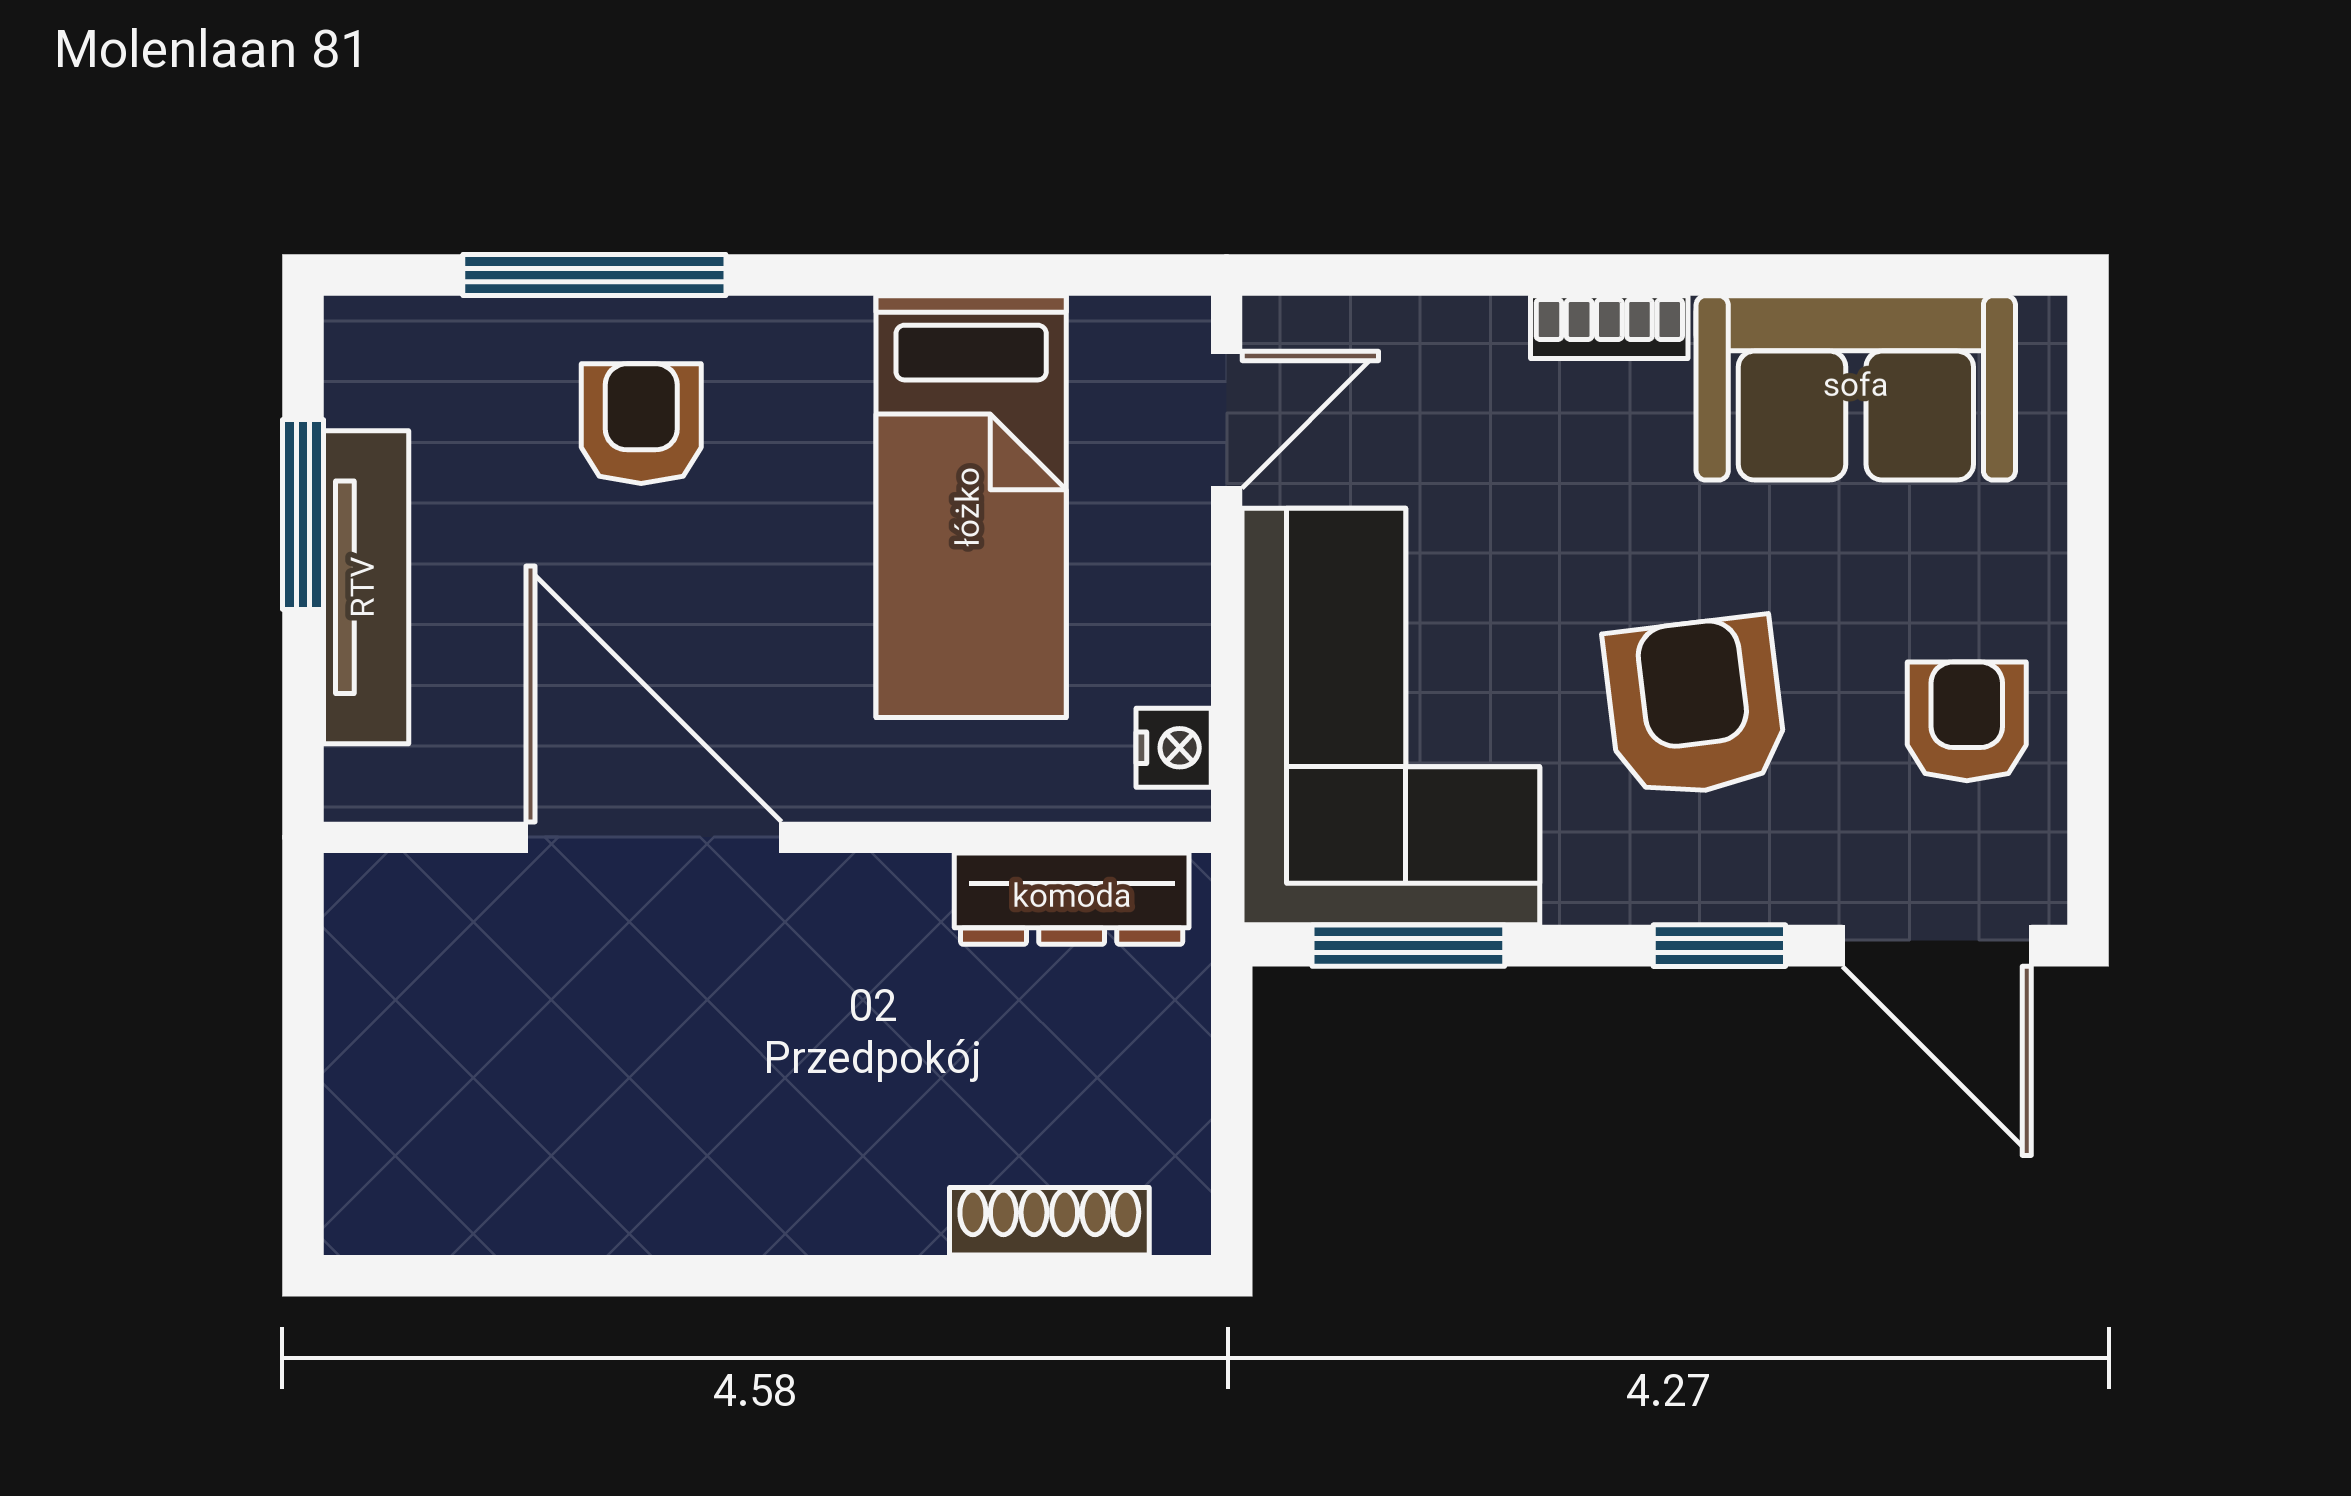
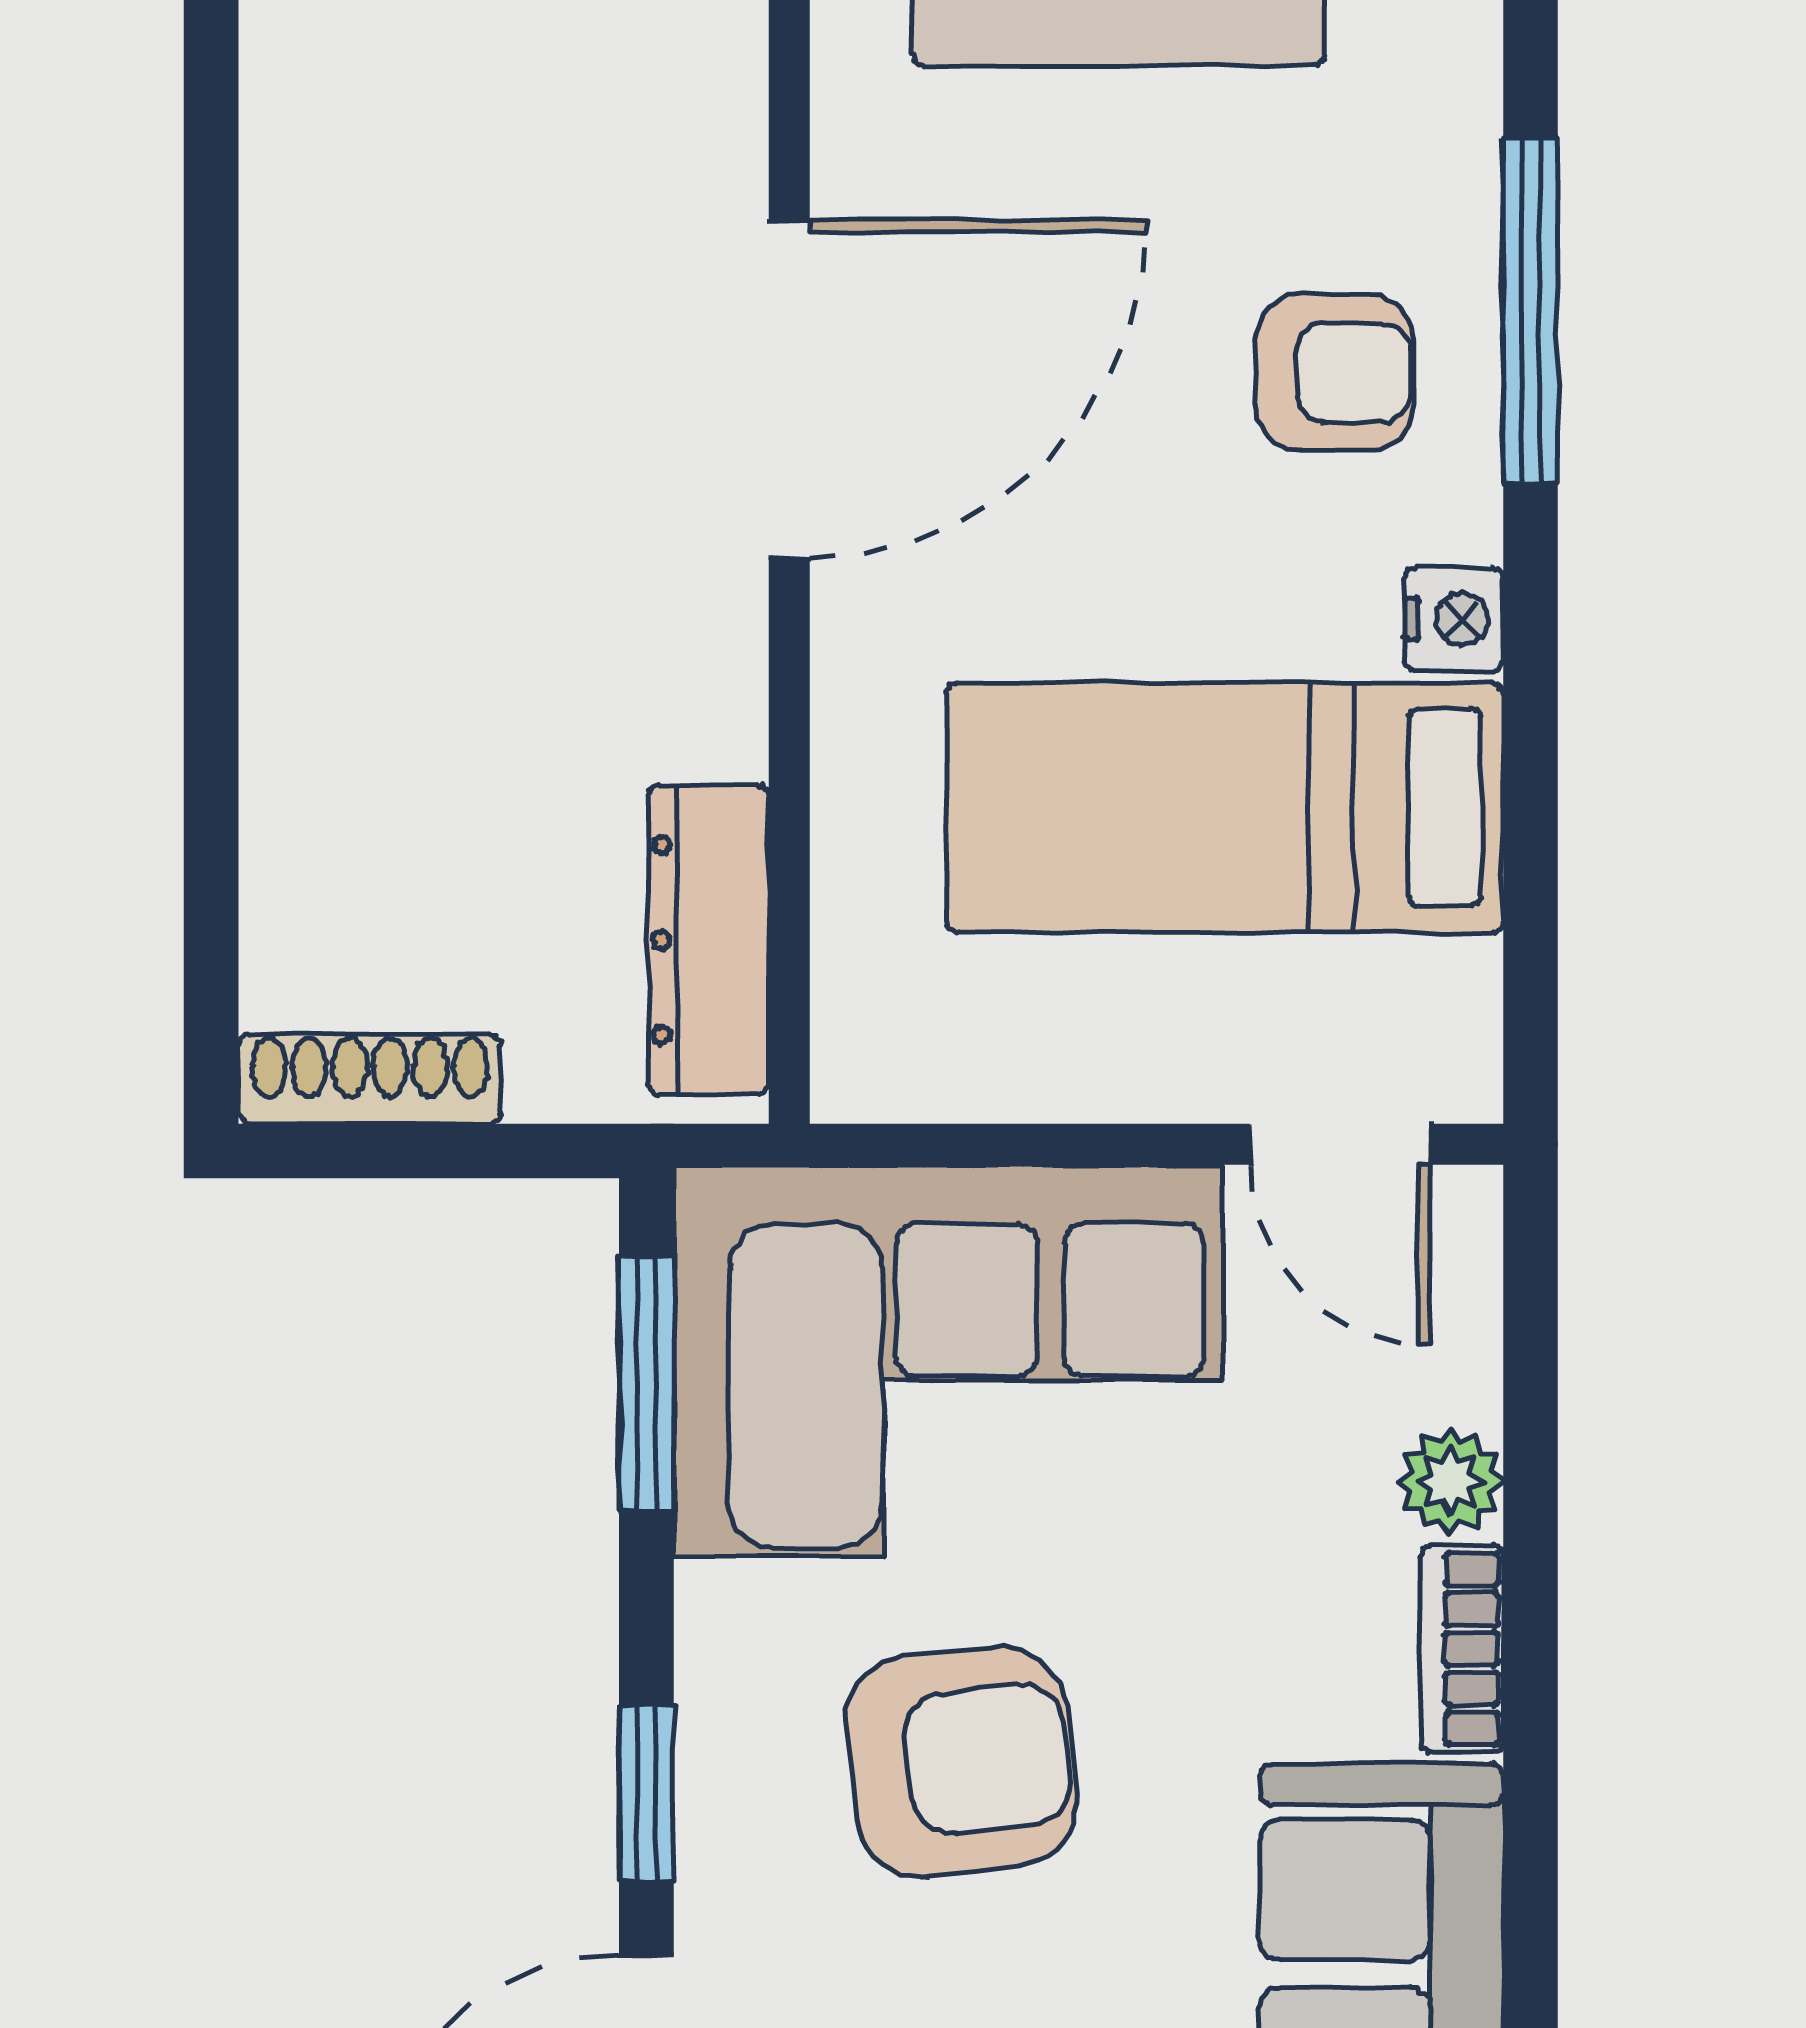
plant: (1482, 336) -> (1450, 1481), added
nightstand: (1174, 748) -> (1454, 619), moved, turned -90
shoe rack: (1049, 1221) -> (370, 1079), moved, turned -90

